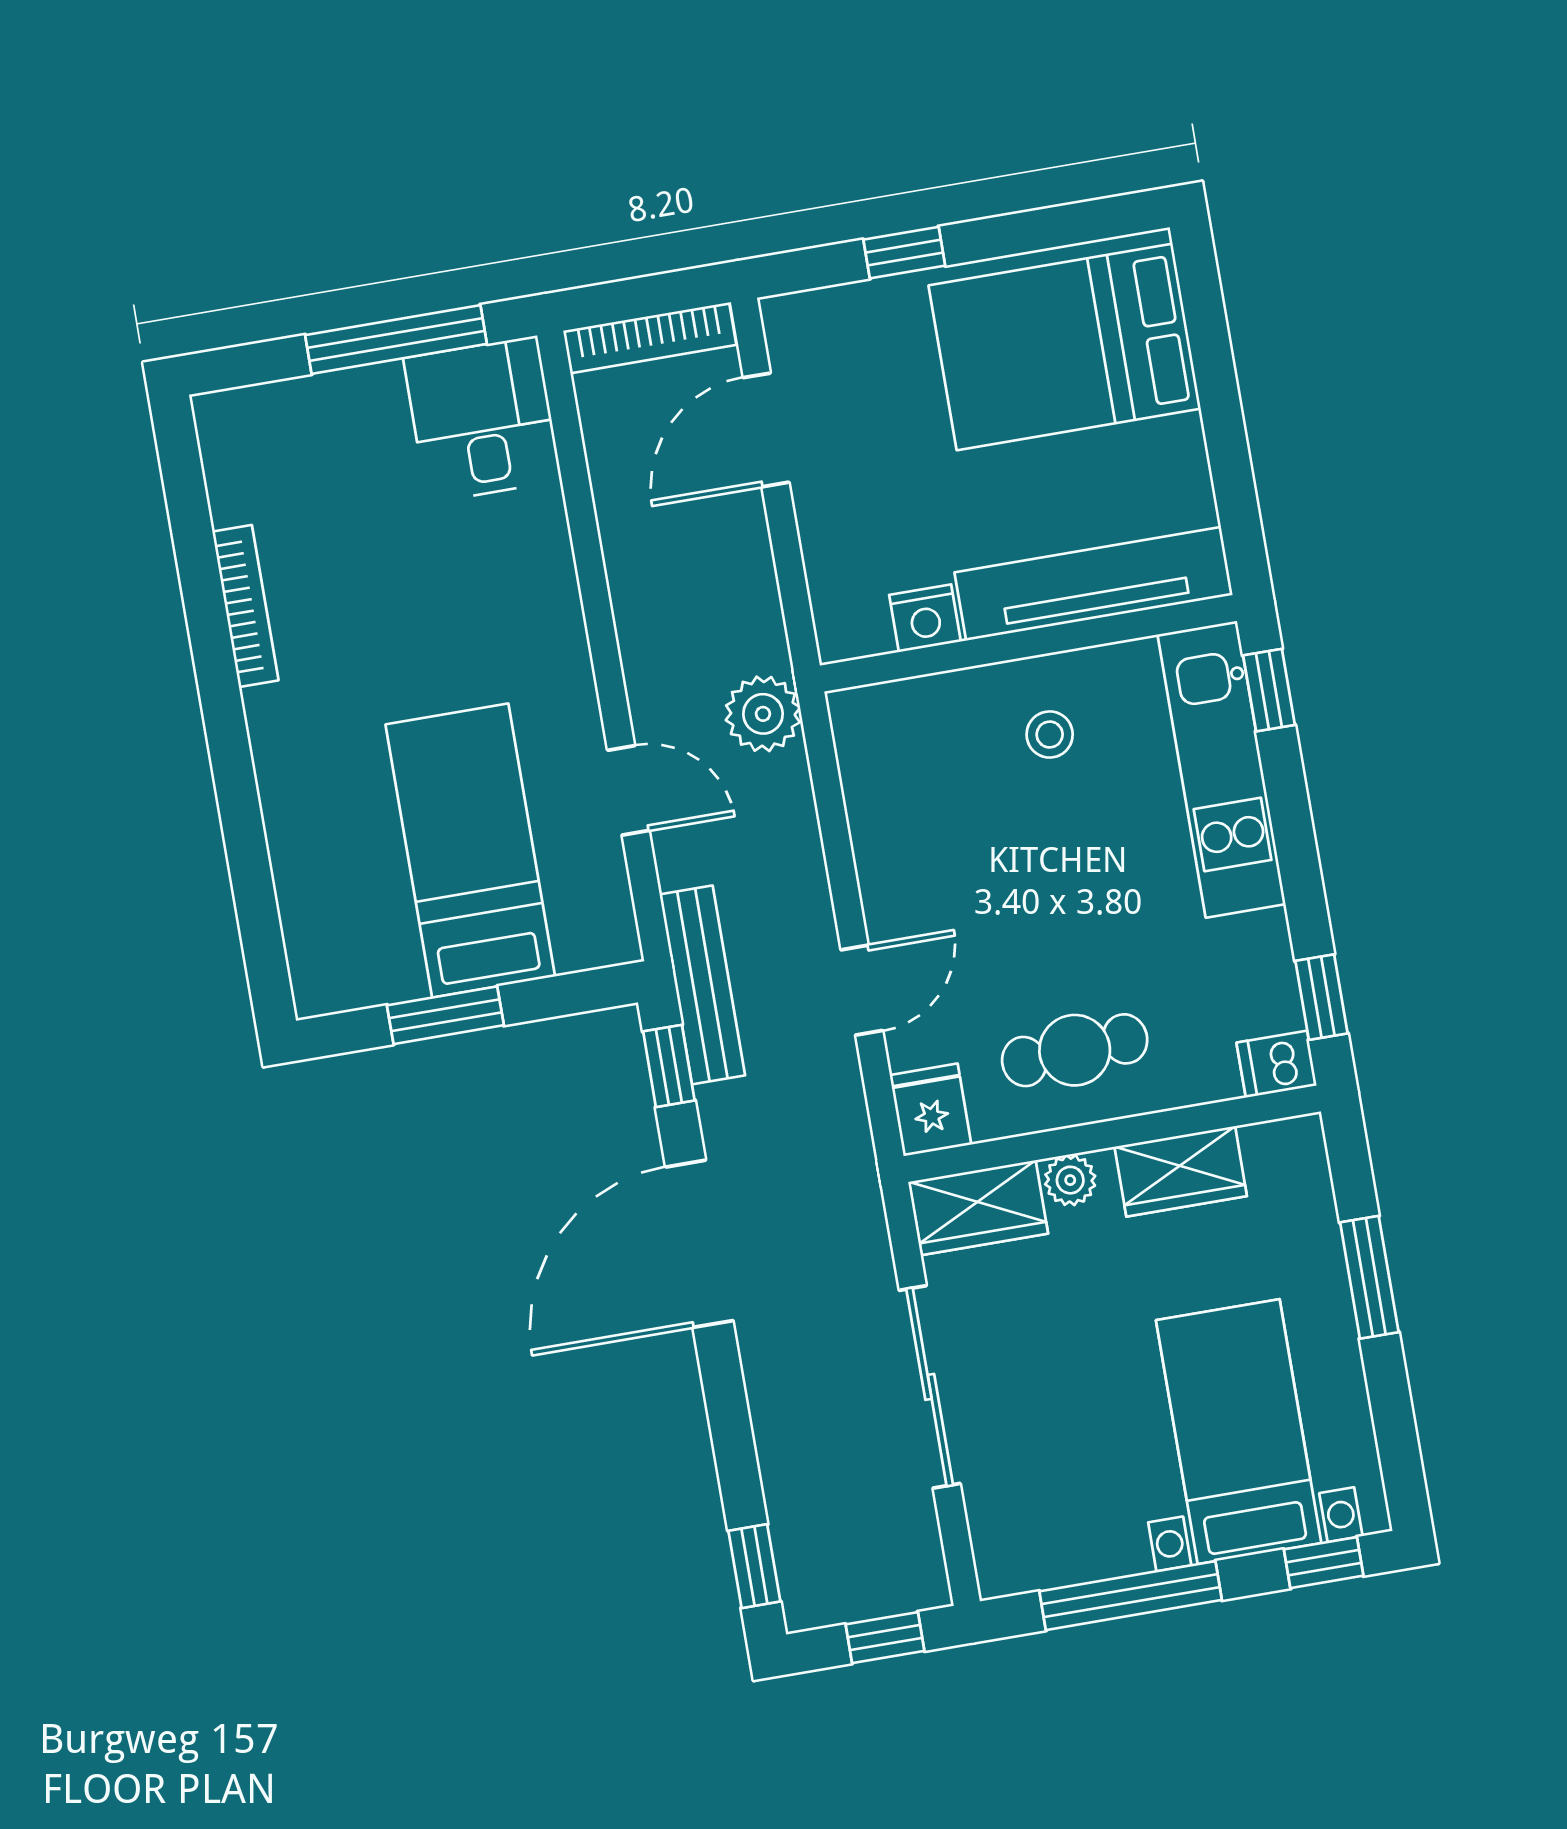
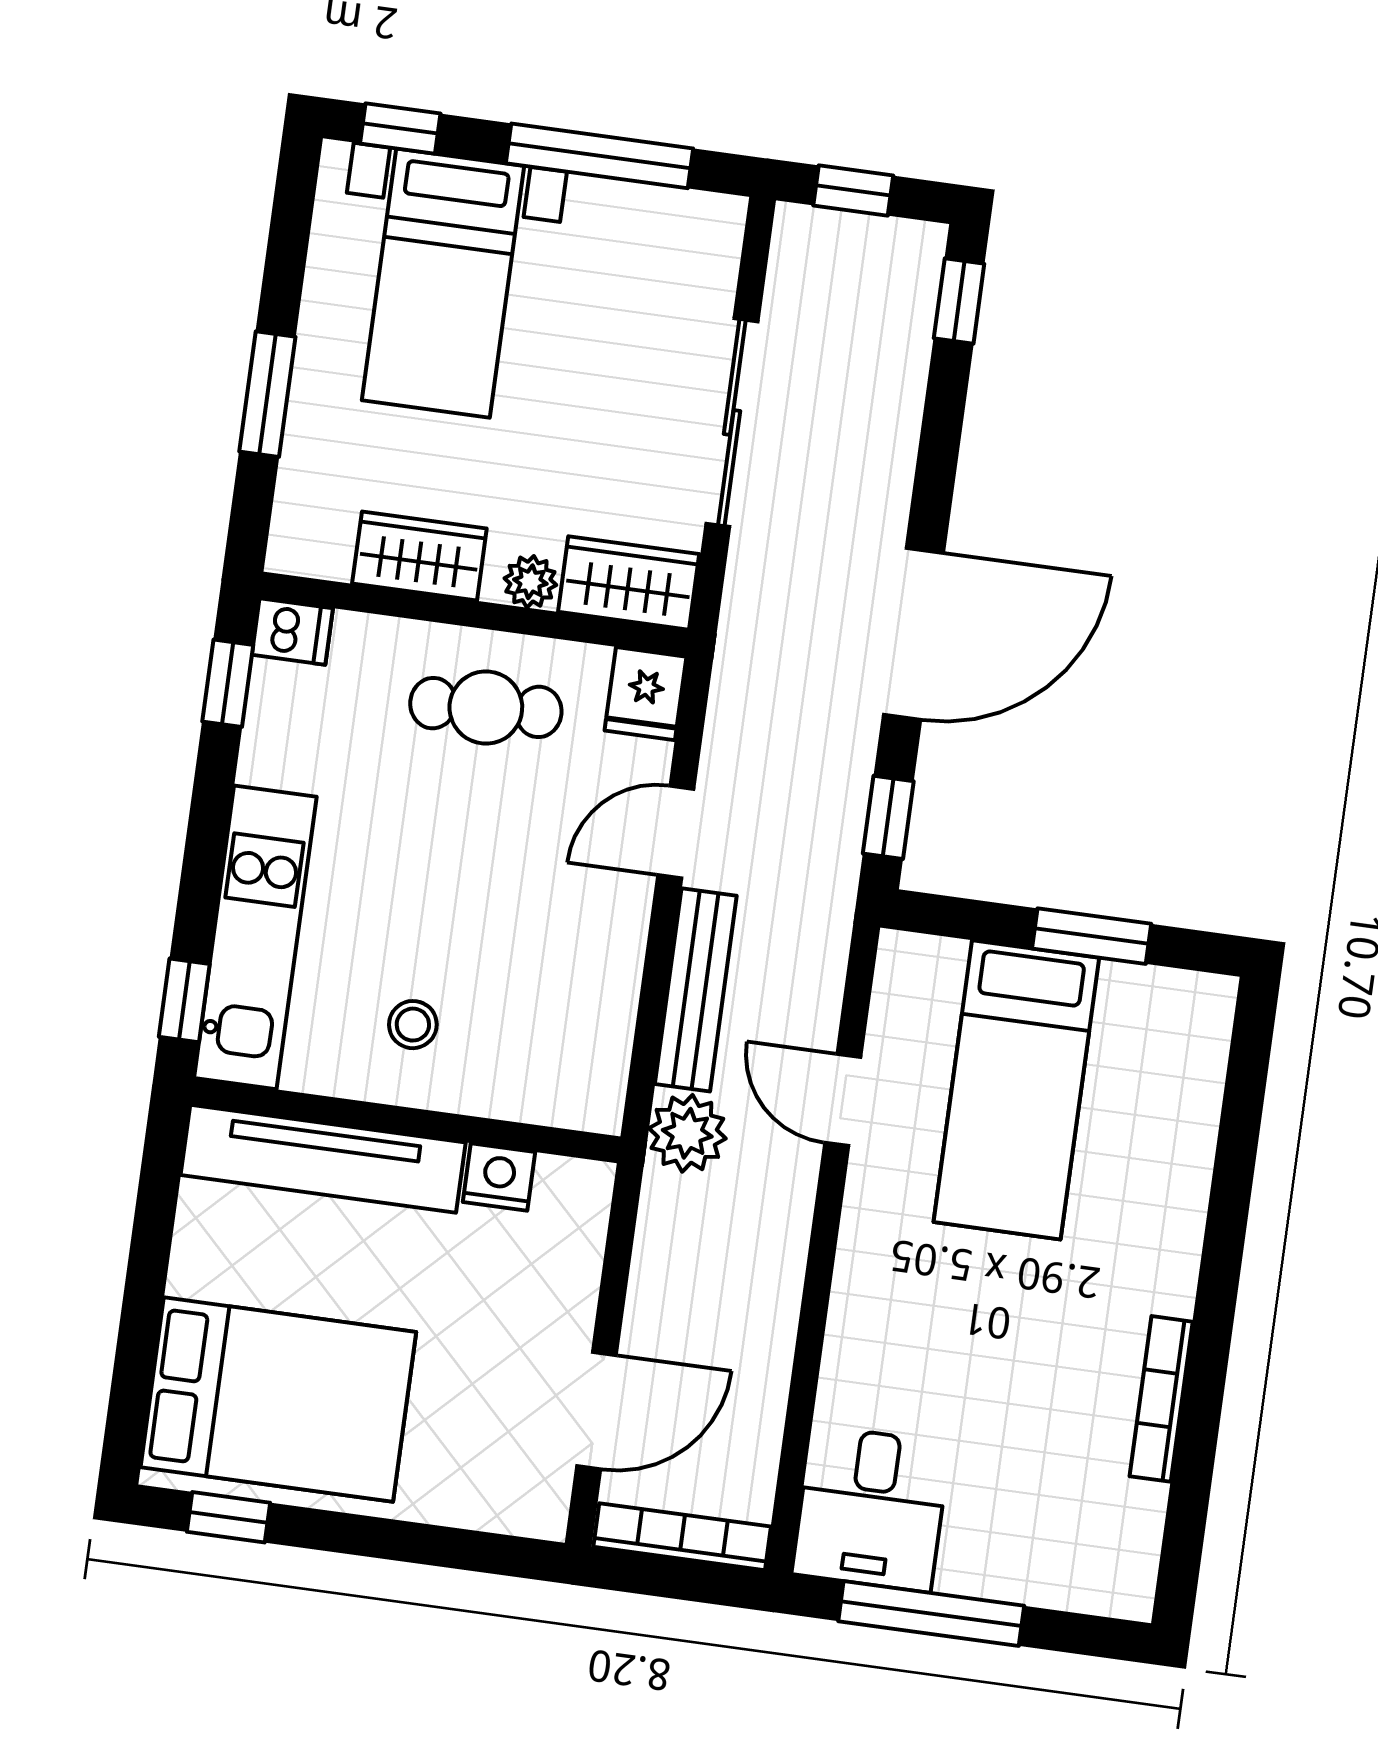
window: (904, 253) -> (228, 1517), moved
bench: (702, 985) -> (696, 990), moved

